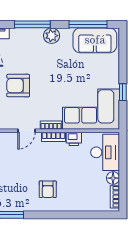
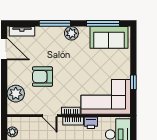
door: (26, 131) -> (50, 116), hinge flipped

